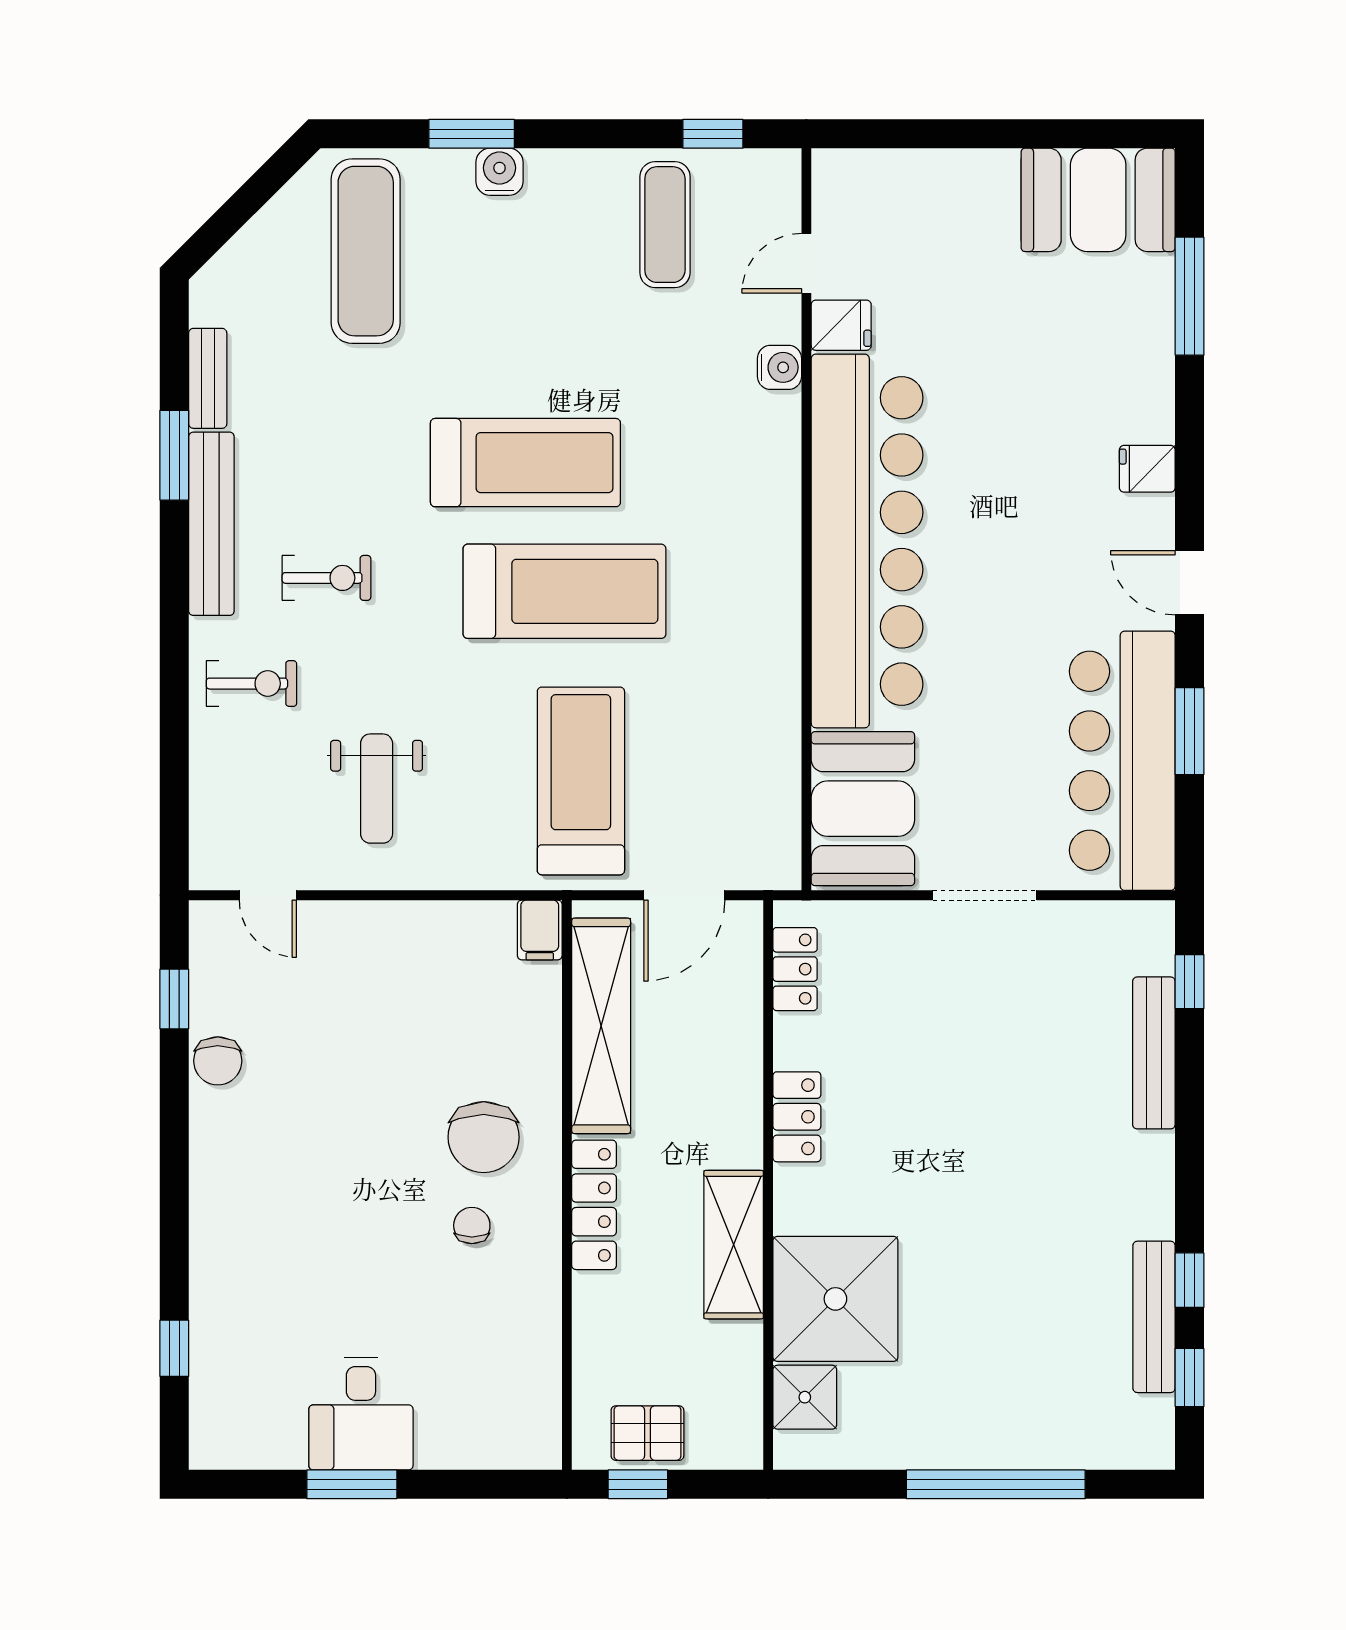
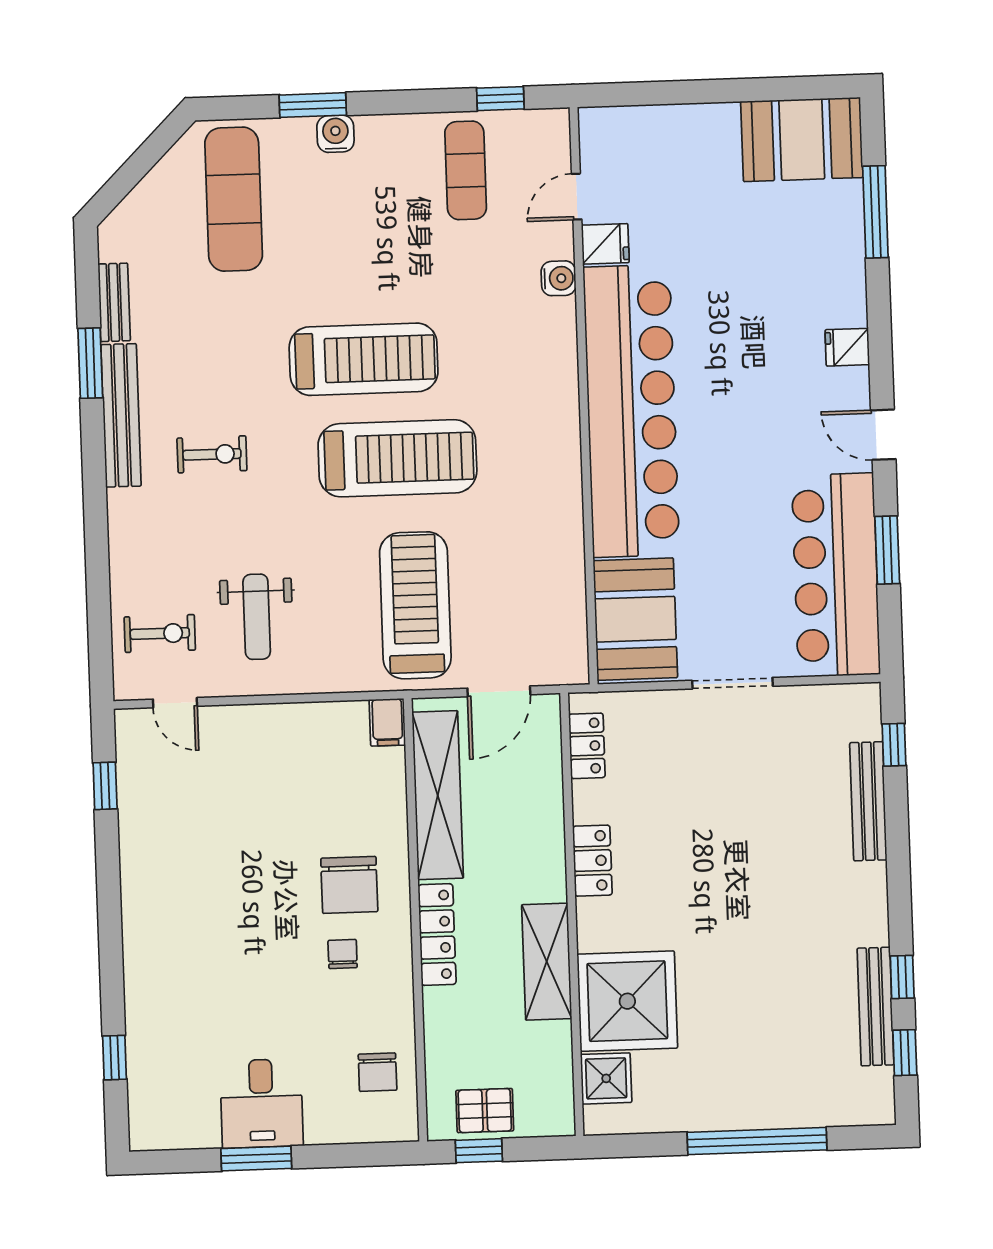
exercise bike: (251, 684) -> (160, 633), moved
chair: (218, 1061) -> (378, 1072), moved

